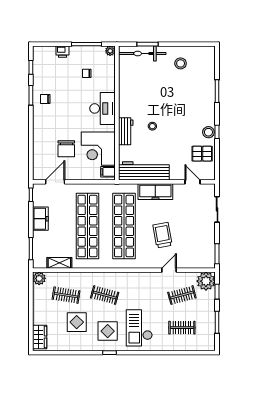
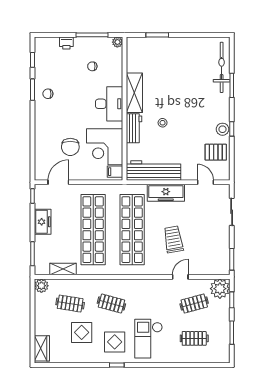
bicycle: (142, 53) -> (222, 67), moved, turned 90
stool: (181, 63) -> (193, 56), removed
shelving: (126, 98) -> (134, 93), added

